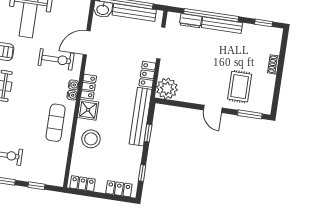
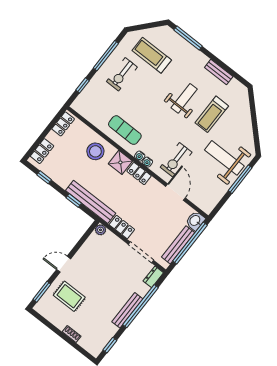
dresser: (191, 21) -> (153, 277), moved
plant: (167, 88) -> (101, 230), width x0.53, depth x0.53

